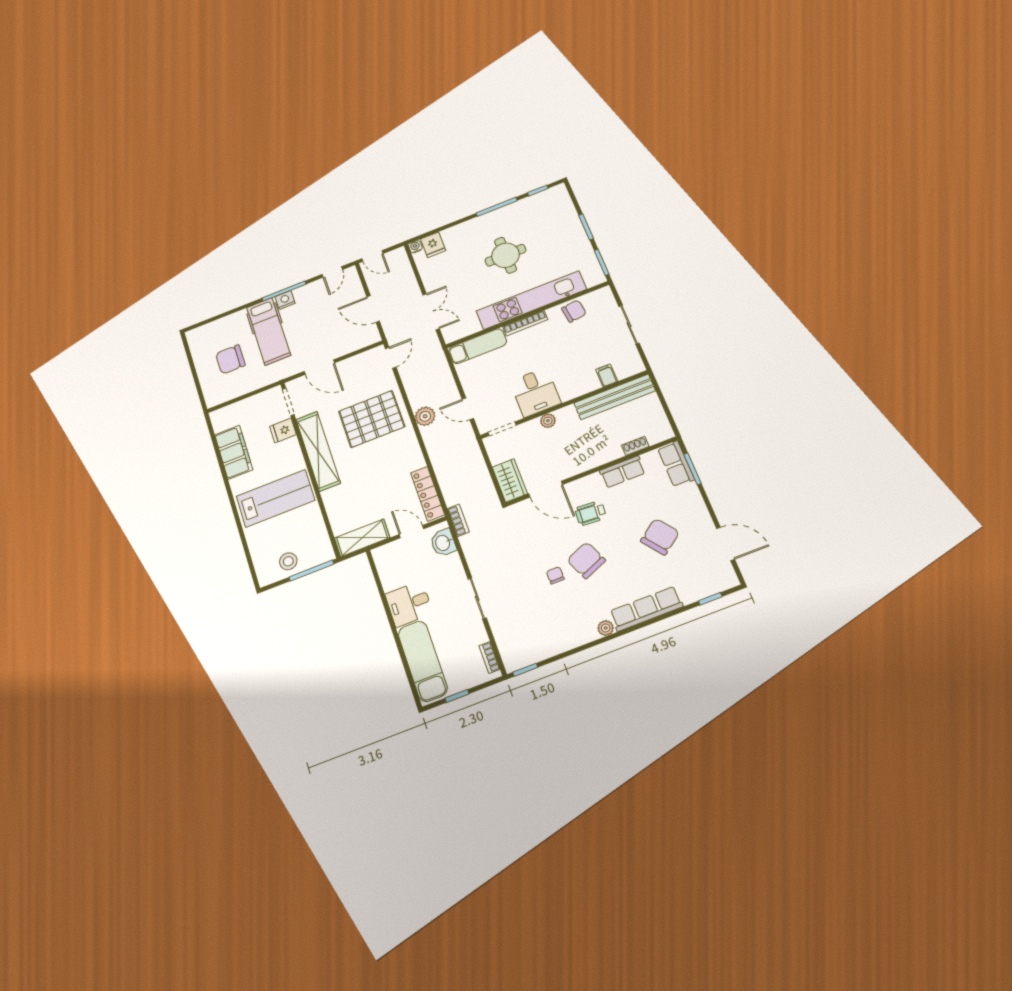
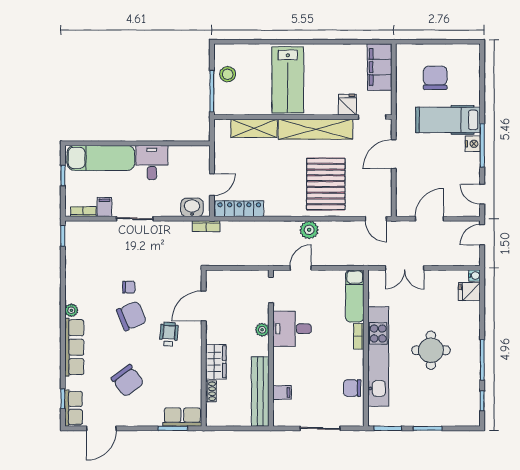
chair: (574, 311) -> (352, 388), turned 97
bookcase: (525, 323) -> (359, 336), width x0.64
filing cabinet: (234, 452) -> (380, 67), moved, turned 90
row of seats: (622, 472) -> (73, 408), moved, turned 180
wardrobe: (510, 480) -> (216, 362), moved, turned -90
shelving: (362, 538) -> (254, 128), moved, turned 90
filing cabinet: (476, 636) -> (104, 207), added

